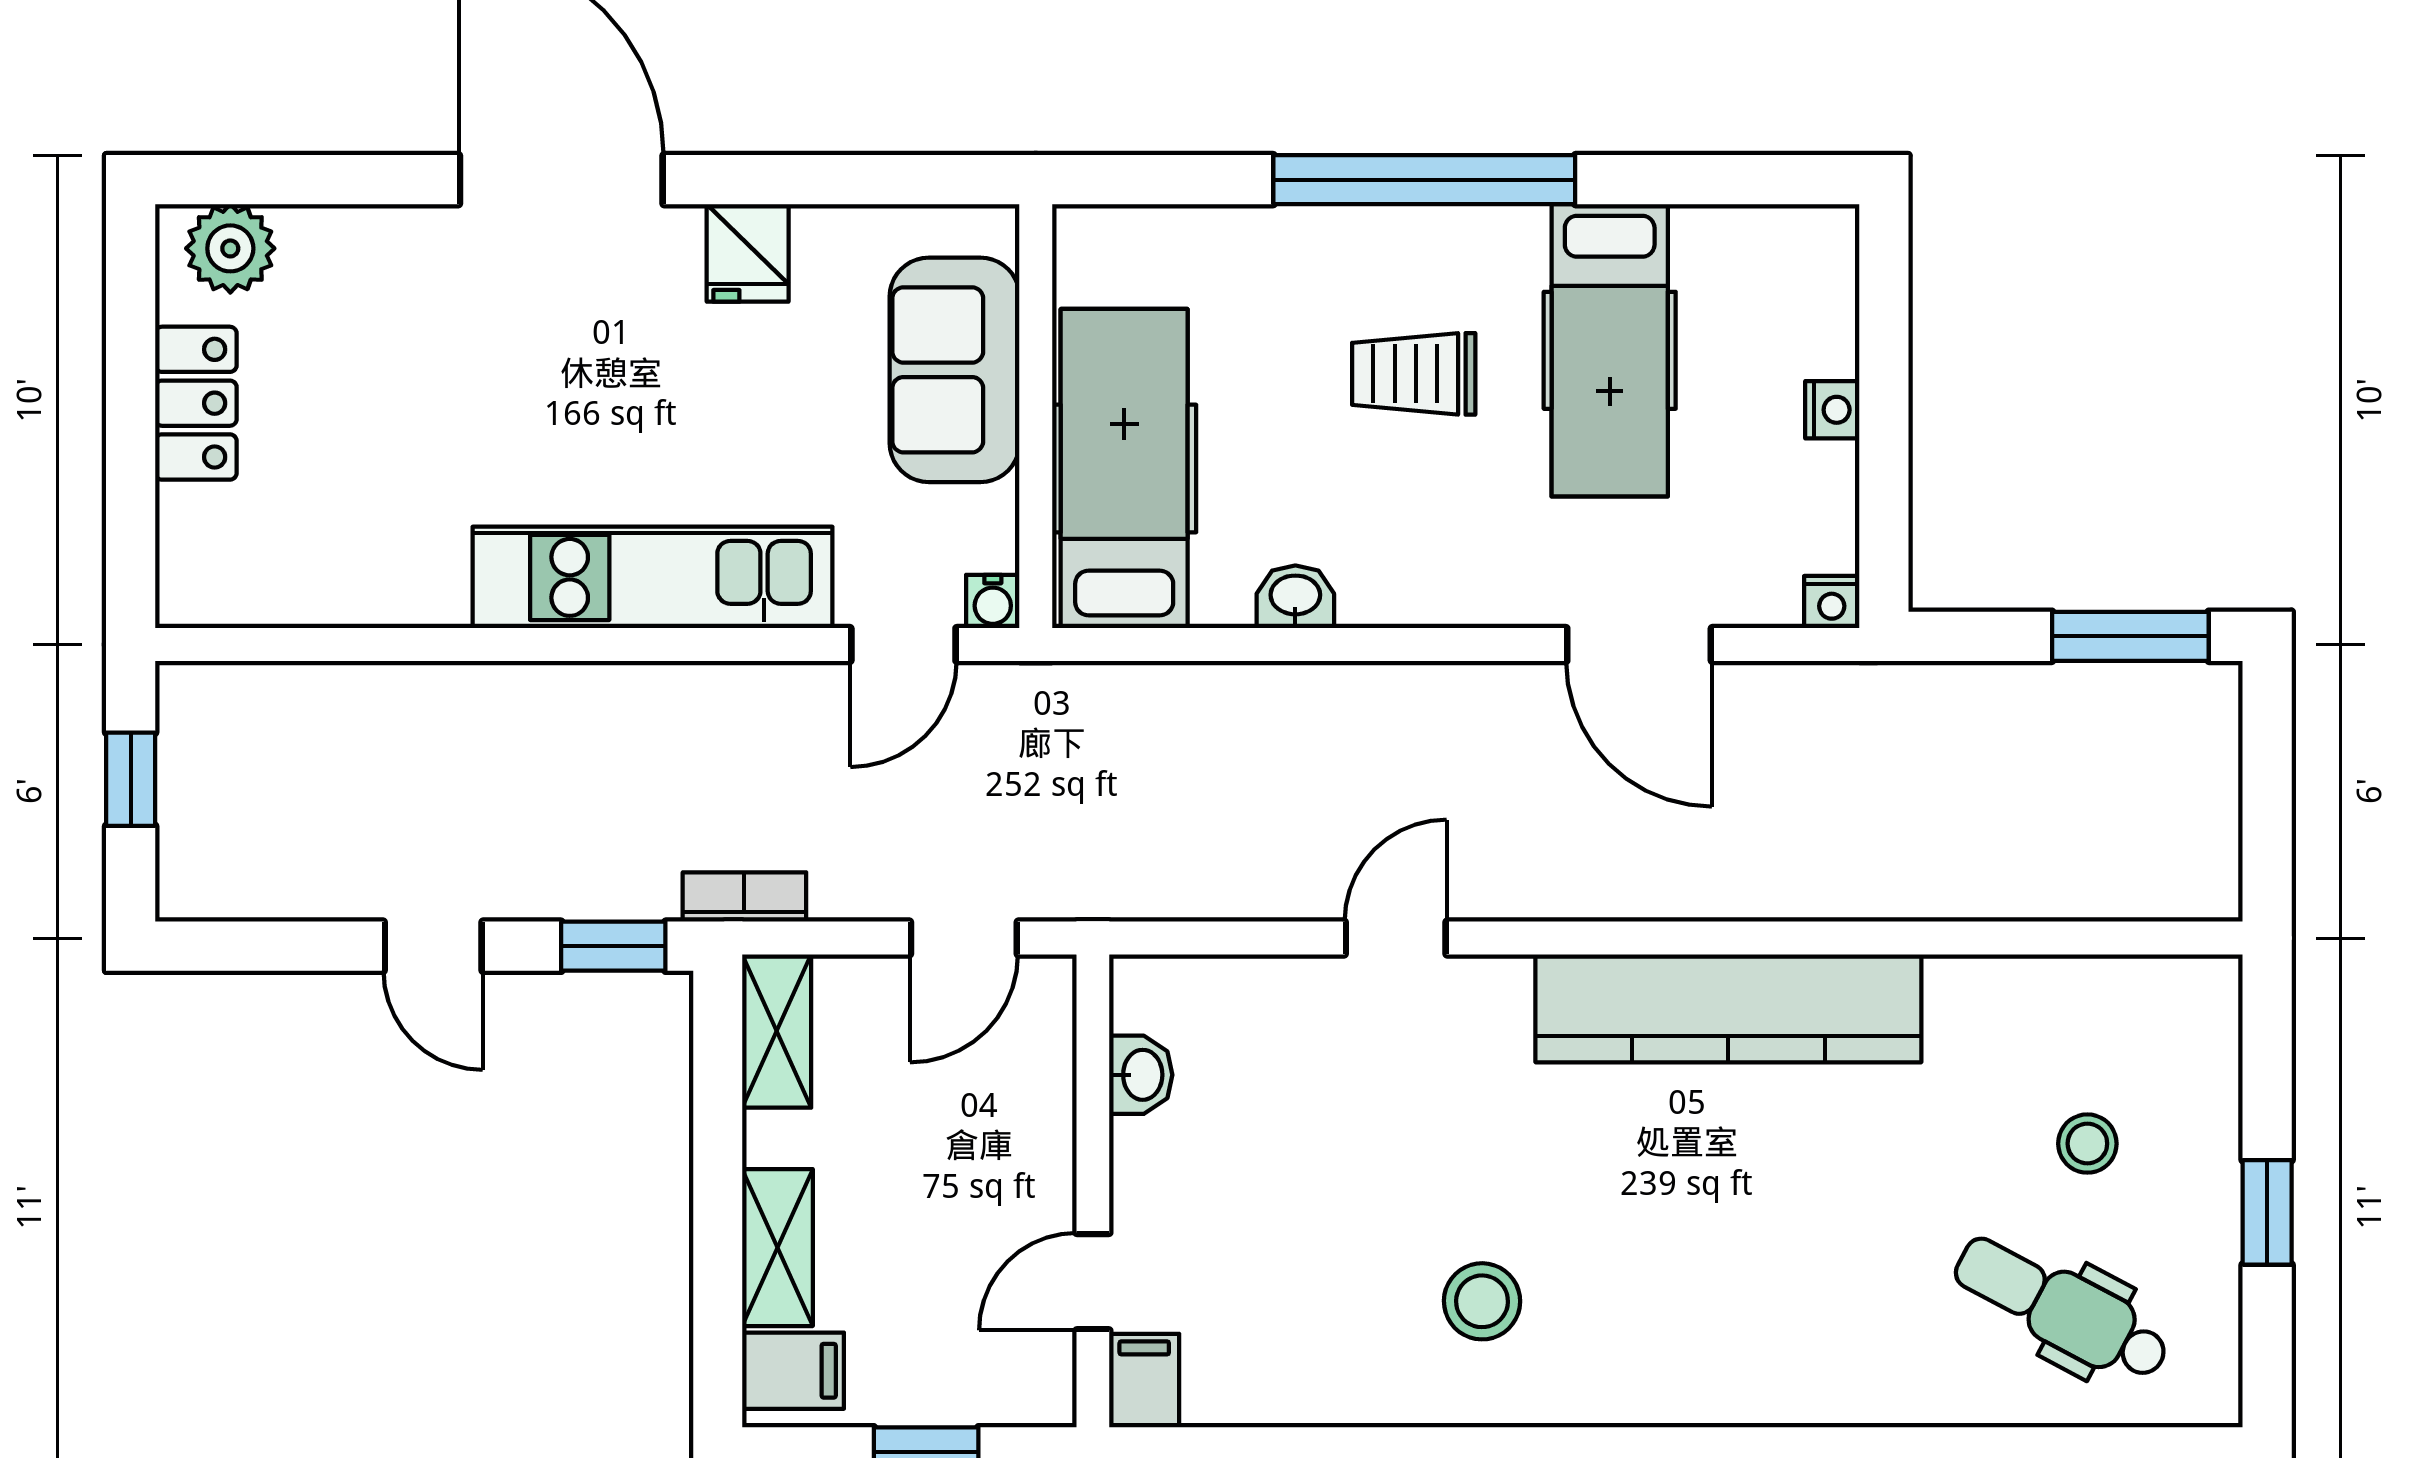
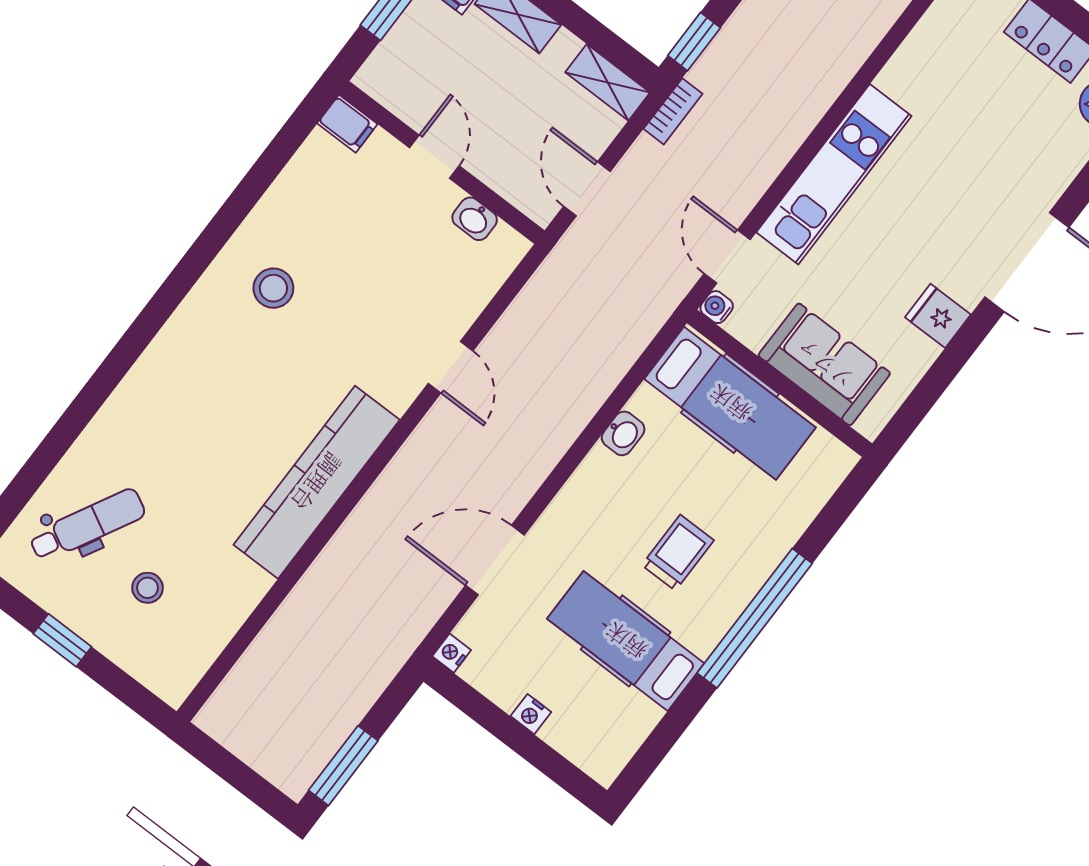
door: (1093, 1282) -> (434, 157), moved

